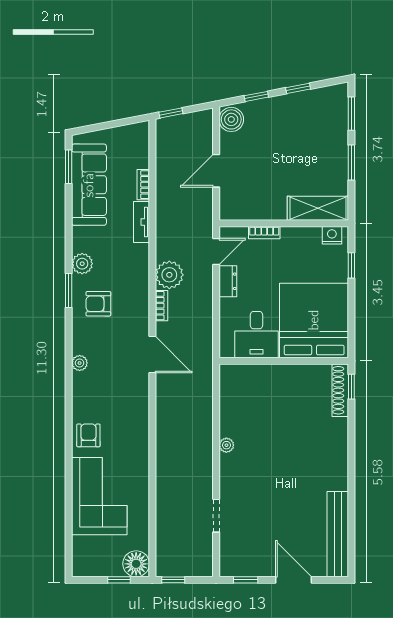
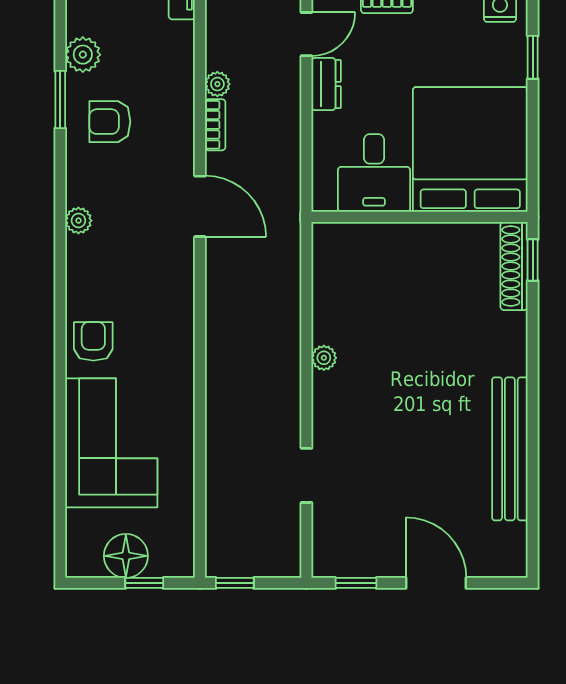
plant: (169, 275) -> (217, 84), width x0.53, depth x0.53
bench: (338, 534) -> (510, 449), moved
floor lamp: (136, 564) -> (126, 556), moved

